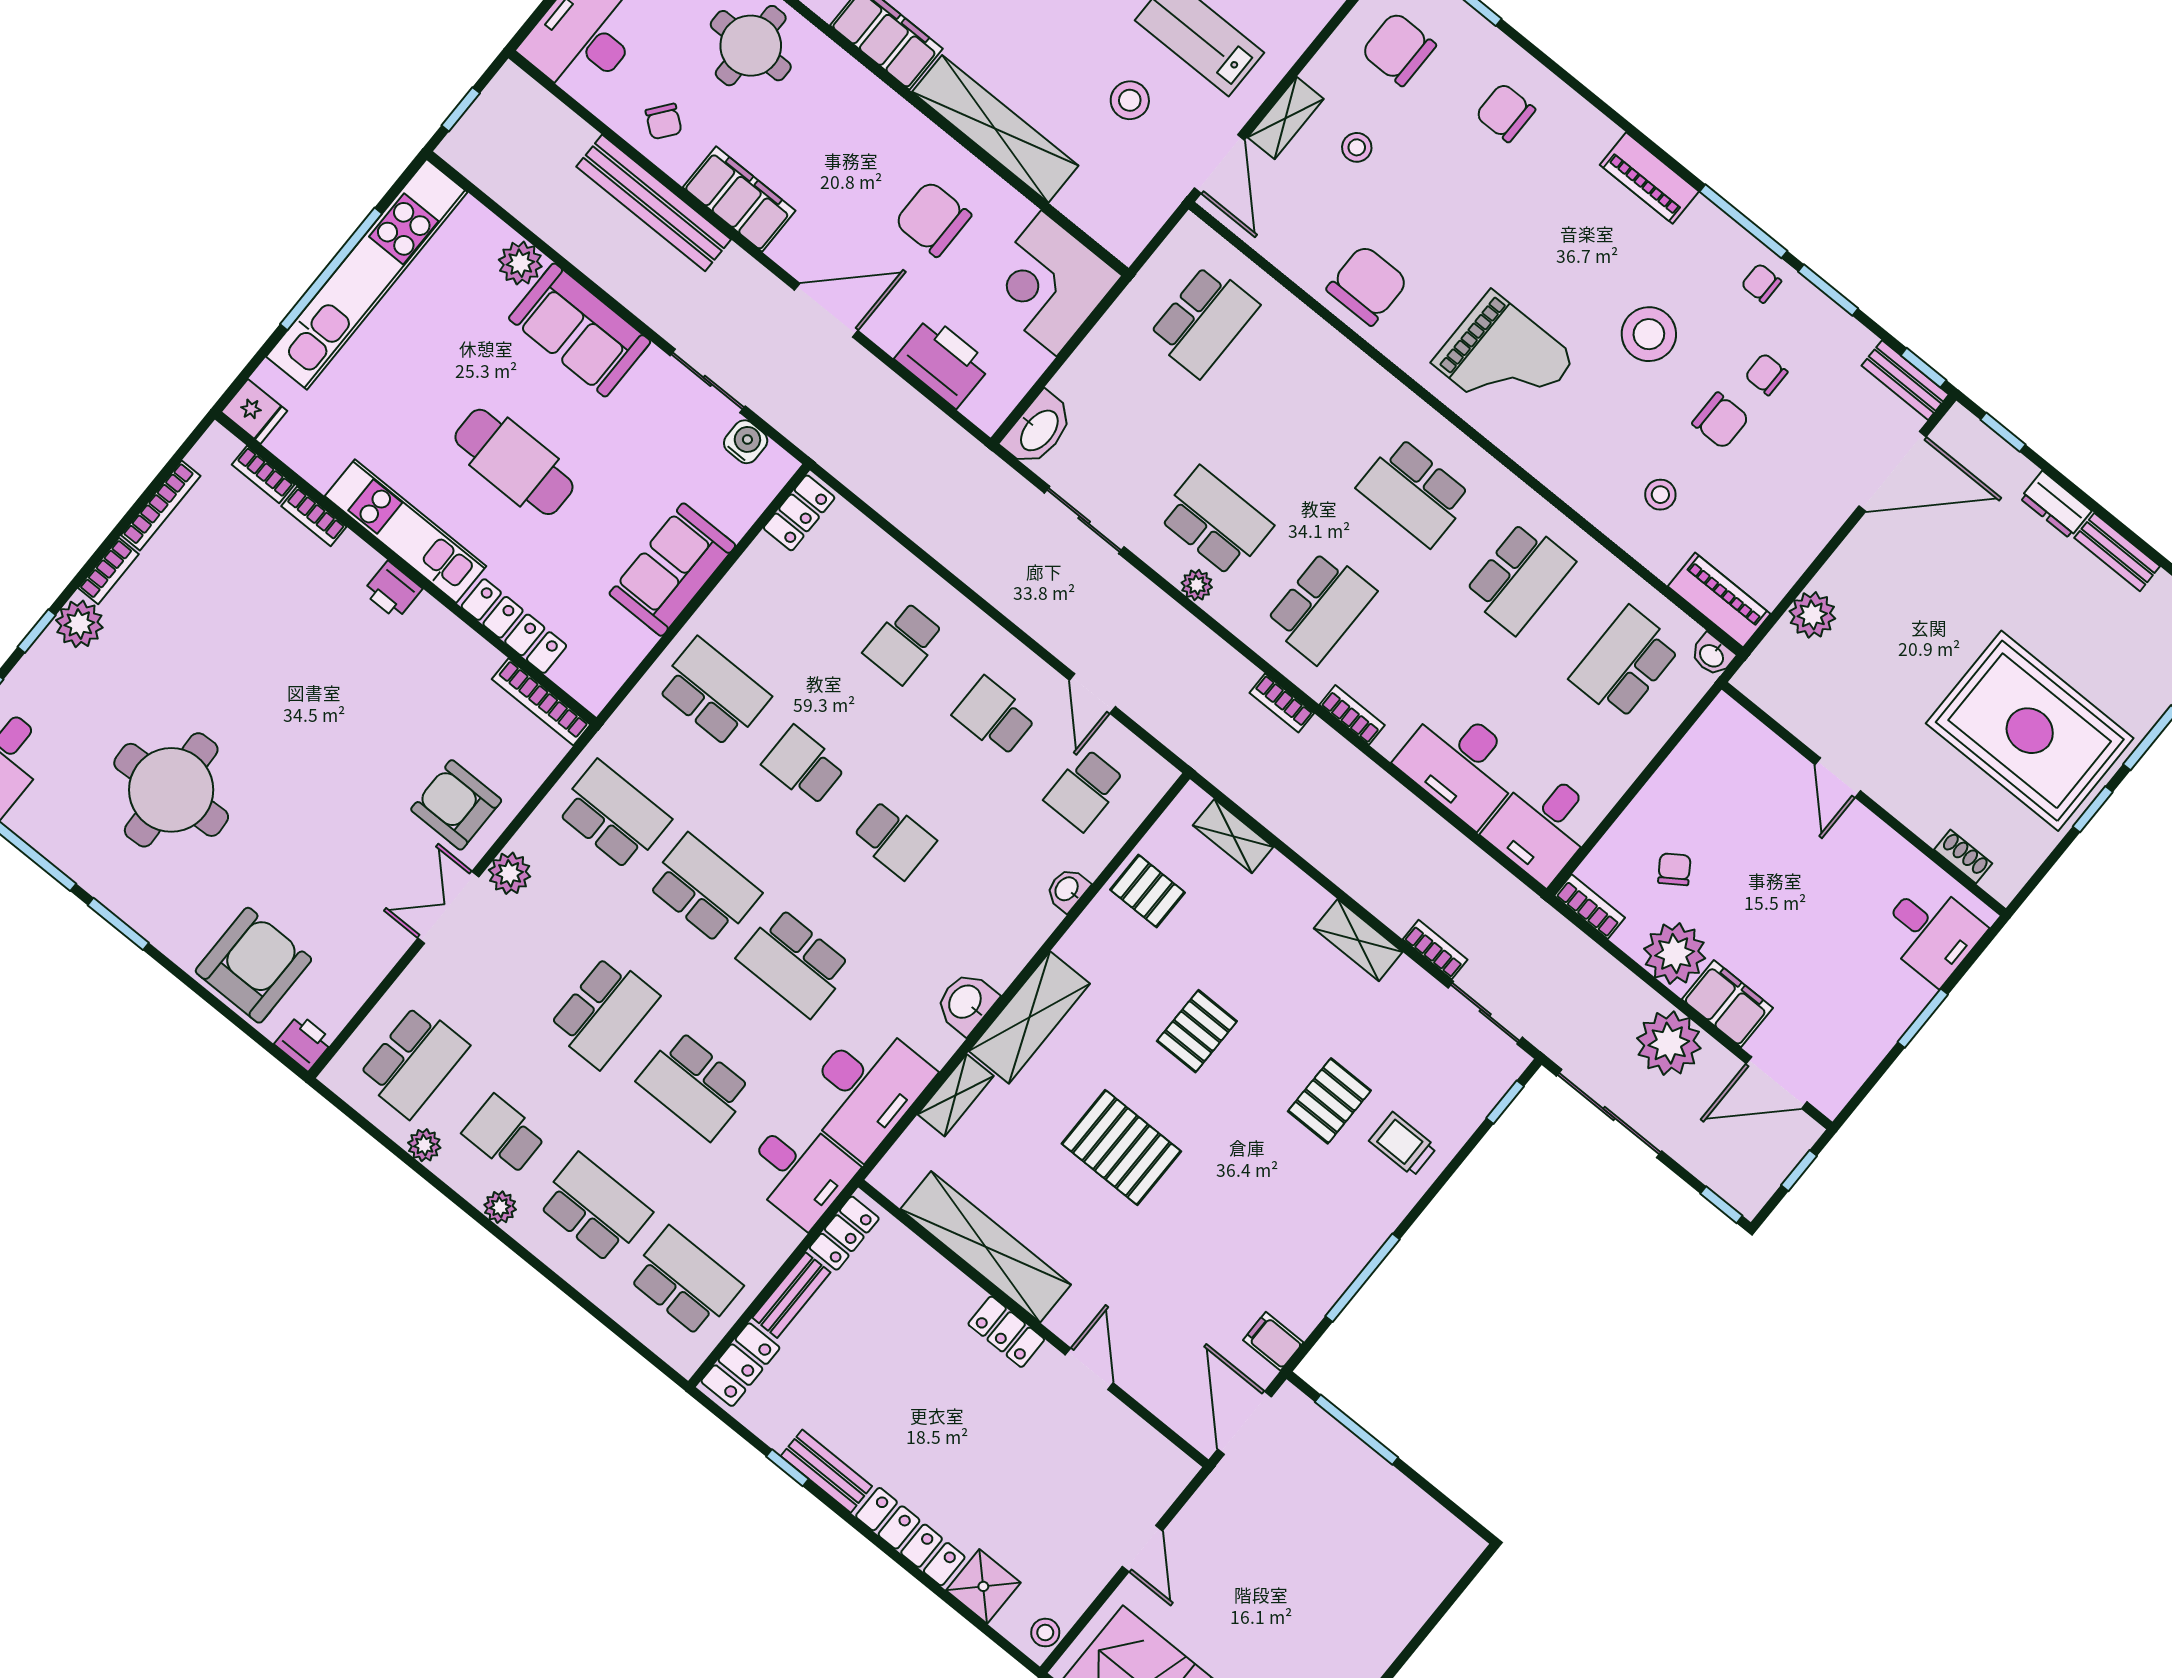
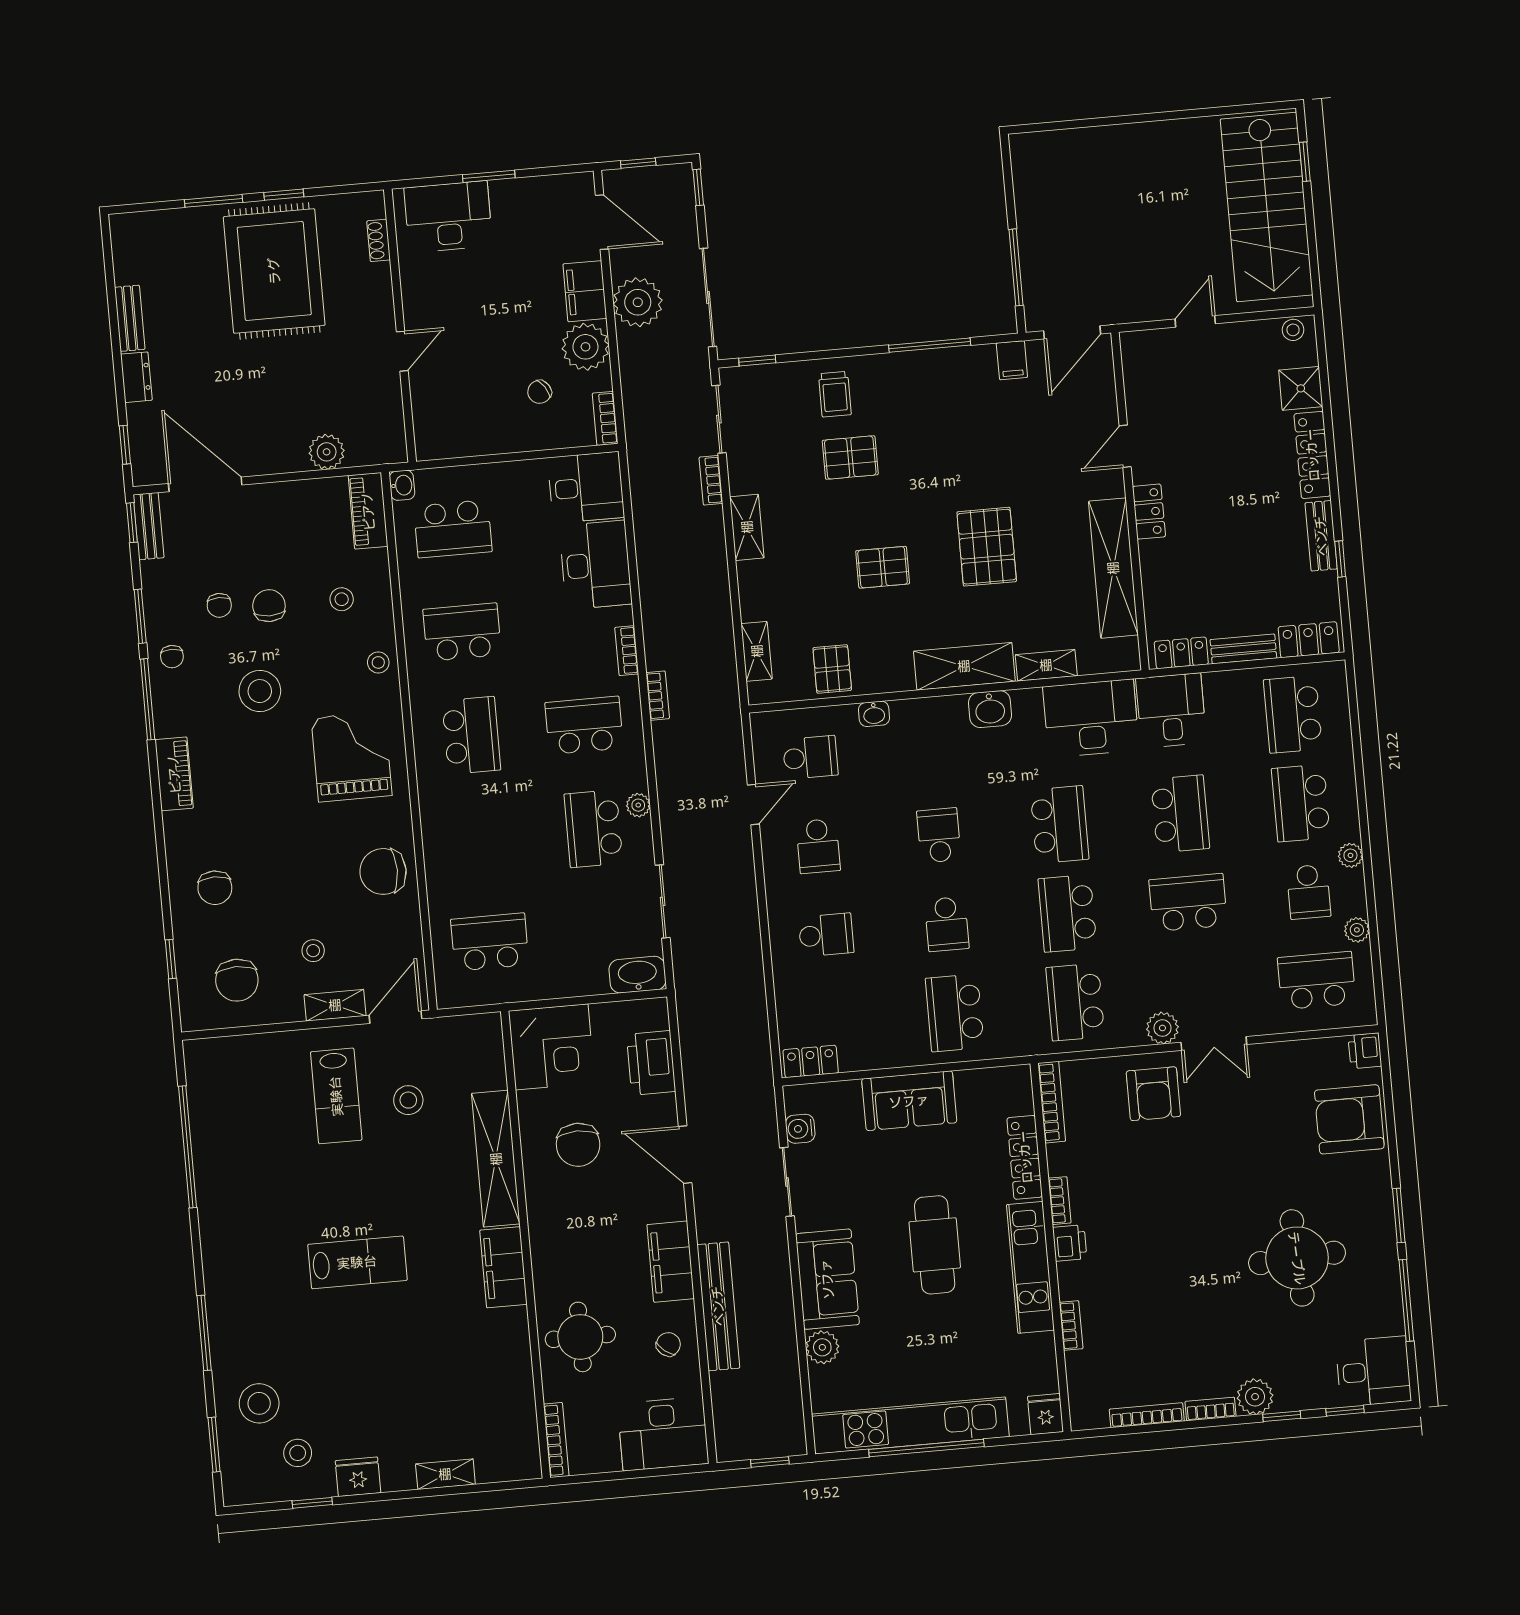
stool: (1568, 471) -> (378, 662), added
bookcase: (263, 475) -> (1060, 1201), moved
desk: (1931, 932) -> (448, 217), width x1.37

